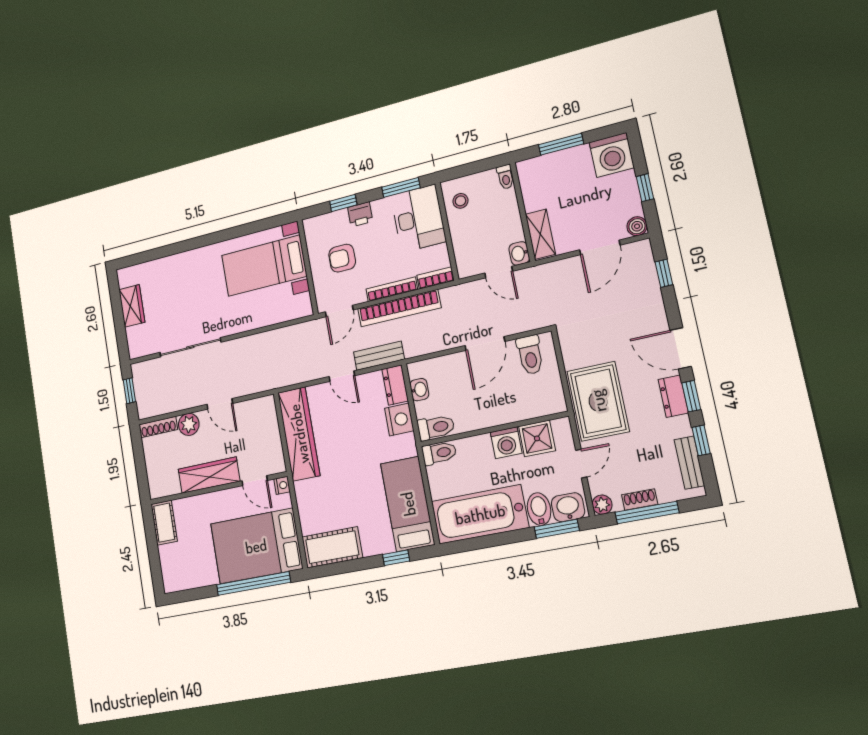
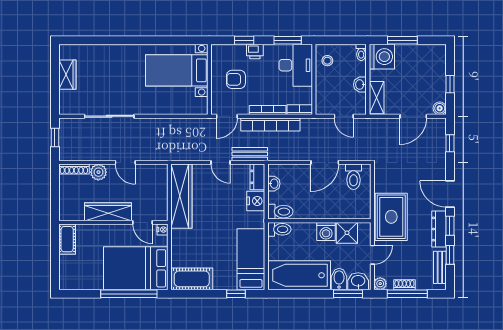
washing machine: (612, 155) -> (382, 57), moved, turned -90
washbasin: (519, 253) -> (360, 85), moved
dresser: (673, 396) -> (439, 229), width x1.44

